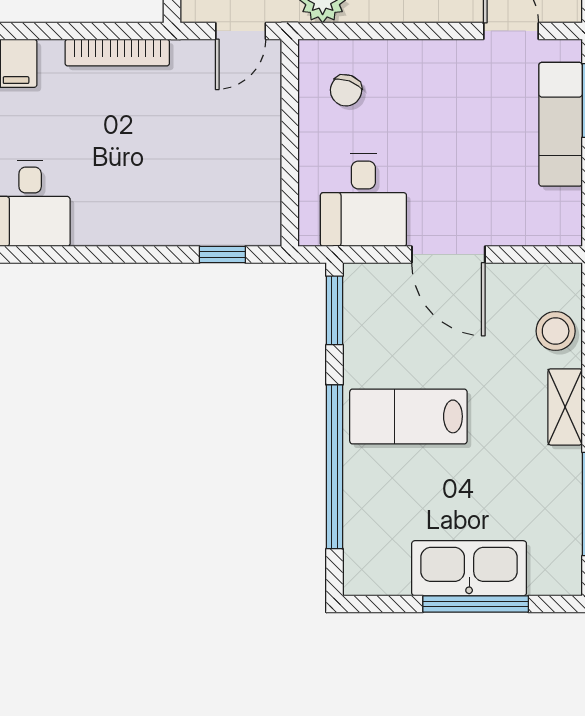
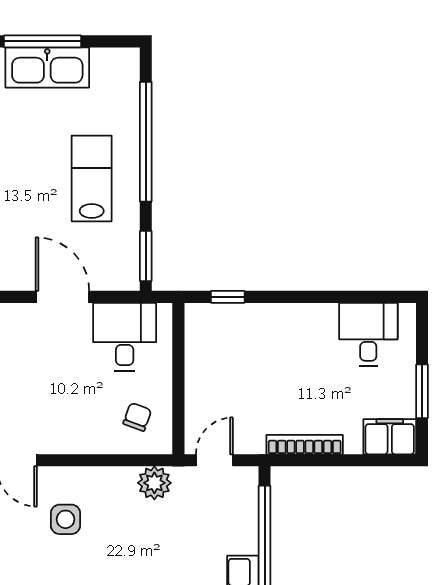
lab bench: (408, 416) -> (92, 178), turned -90

